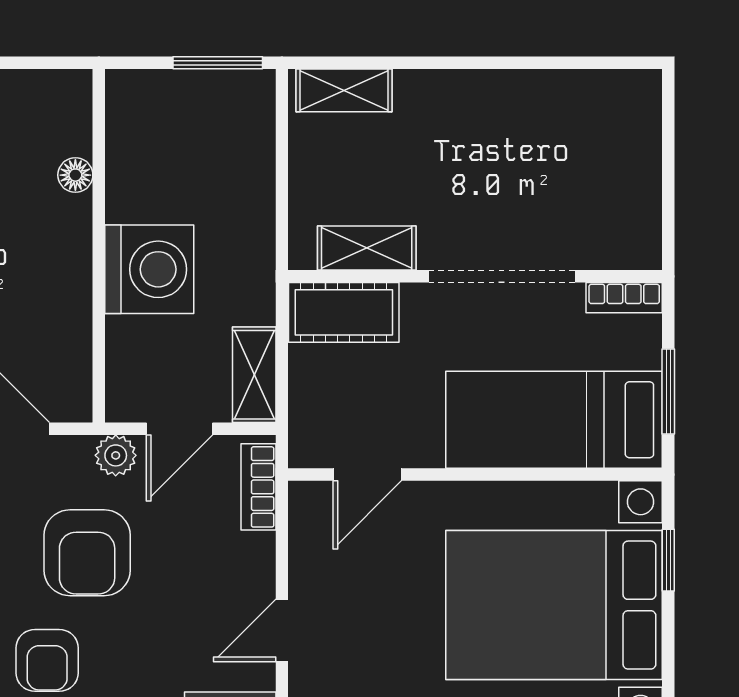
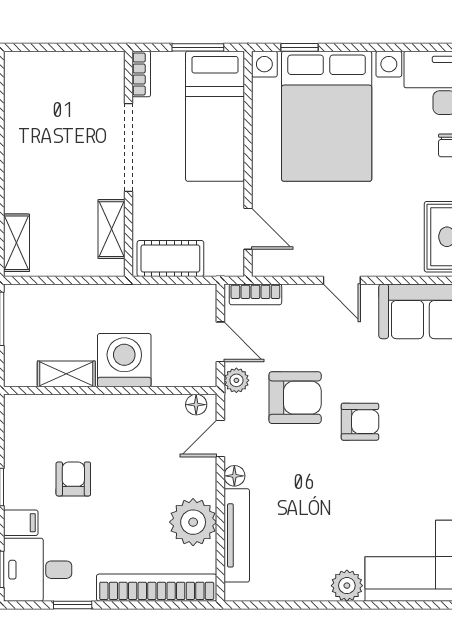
floor lamp: (75, 175) -> (196, 405), moved
cot: (344, 312) -> (170, 258), moved, turned 90
shelving: (254, 375) -> (66, 374), moved

